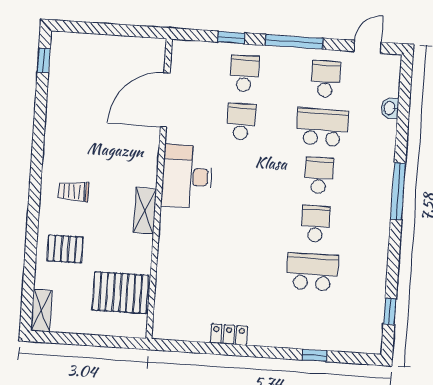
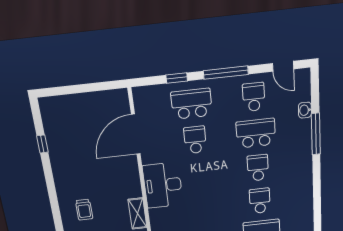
door: (368, 47) -> (283, 66), swing flipped
window: (44, 60) -> (42, 144), moved
school desk: (244, 74) -> (192, 104), width x1.85
window: (398, 191) -> (316, 134), moved
trolley: (74, 192) -> (84, 210), turned -90

